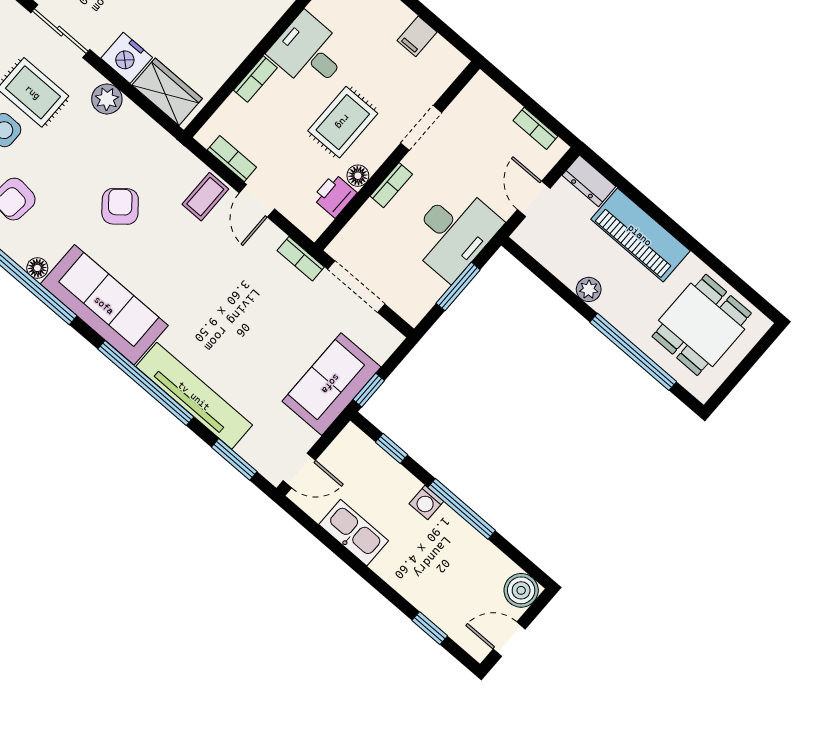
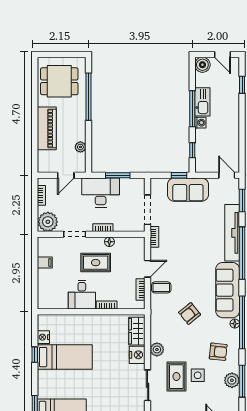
plant: (481, 101) -> (48, 222), added
dresser: (589, 181) -> (43, 162), removed
printer: (335, 196) -> (123, 244), removed
plant: (589, 289) -> (80, 147), moved
kitchen sink: (354, 533) -> (202, 102), moved, turned 180

